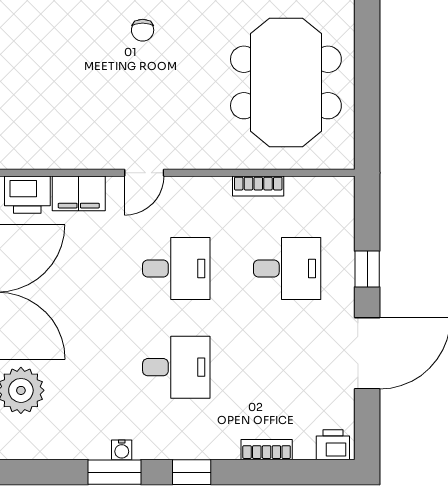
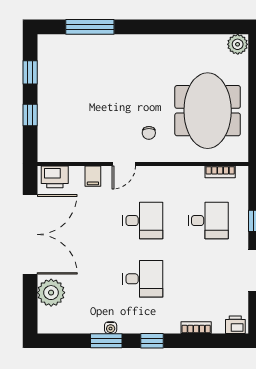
chair: (143, 30) -> (149, 133), moved
bookcase: (258, 186) -> (220, 172), moved
filing cabinet: (79, 193) -> (93, 176), width x0.50

